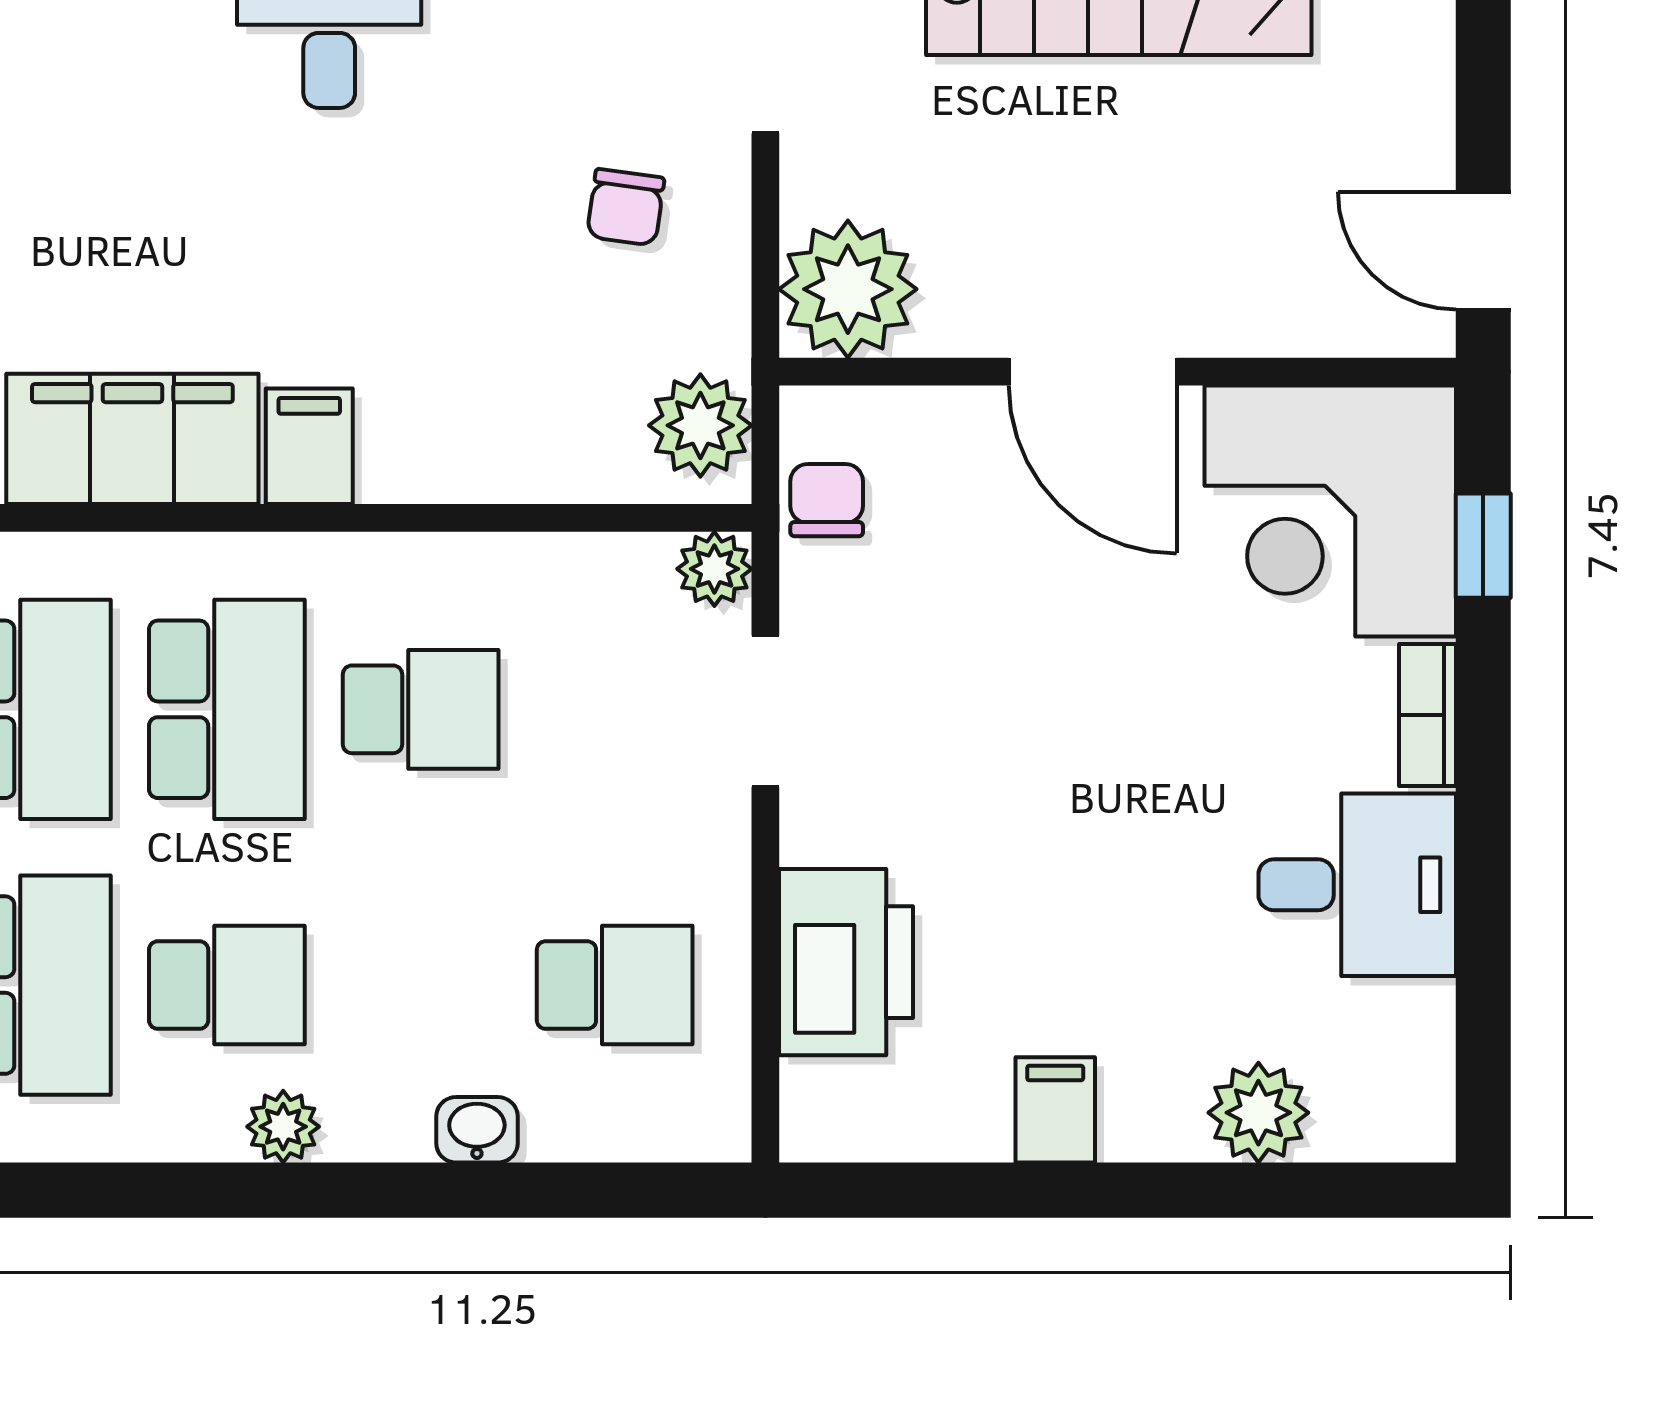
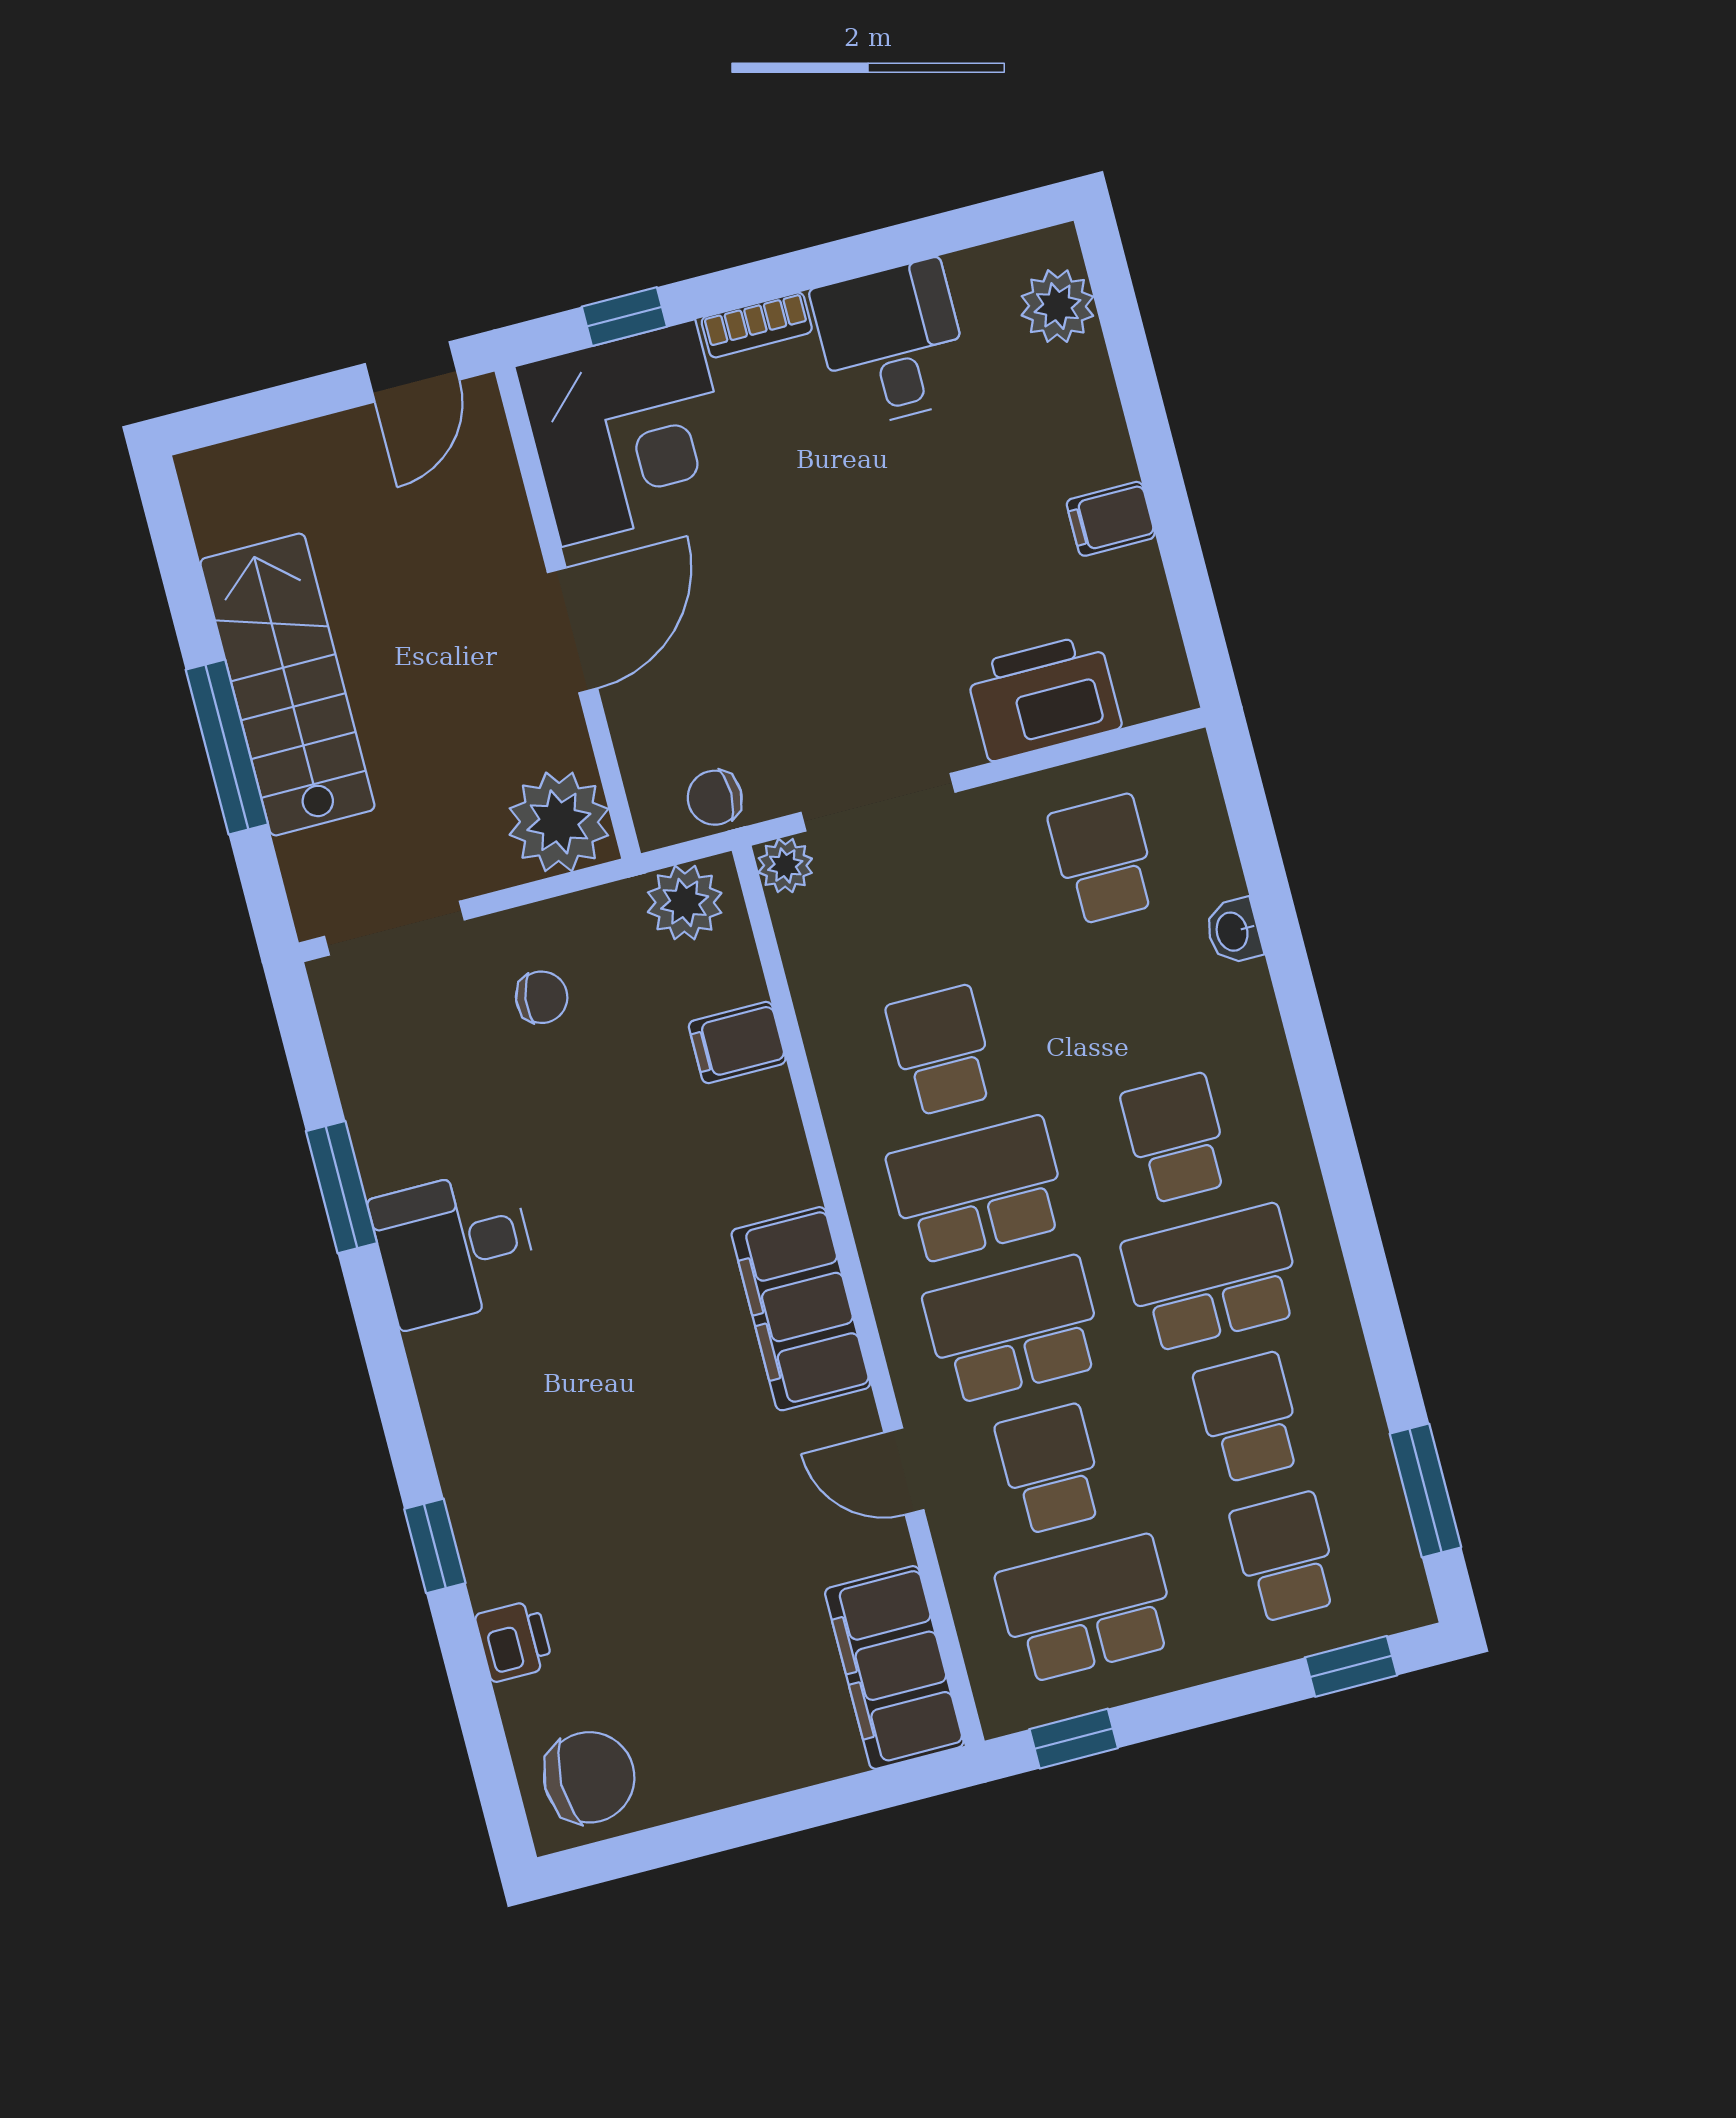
filing cabinet: (309, 446) -> (737, 1042), moved
doorway: (765, 711) -> (878, 802), width x1.38
plant: (1258, 1113) -> (1057, 306), moved
plant: (283, 1127) -> (1267, 1071), removed

